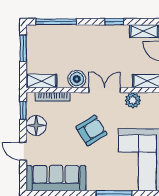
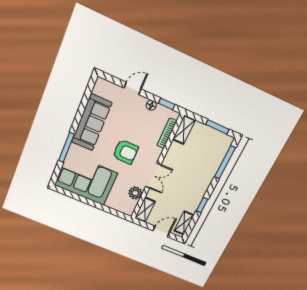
boiler: (77, 79) -> (172, 158), removed
floor lamp: (36, 125) -> (151, 105), width x0.53, depth x0.53
armchair: (91, 130) -> (125, 152), turned -58
sofa: (56, 178) -> (92, 123), moved

